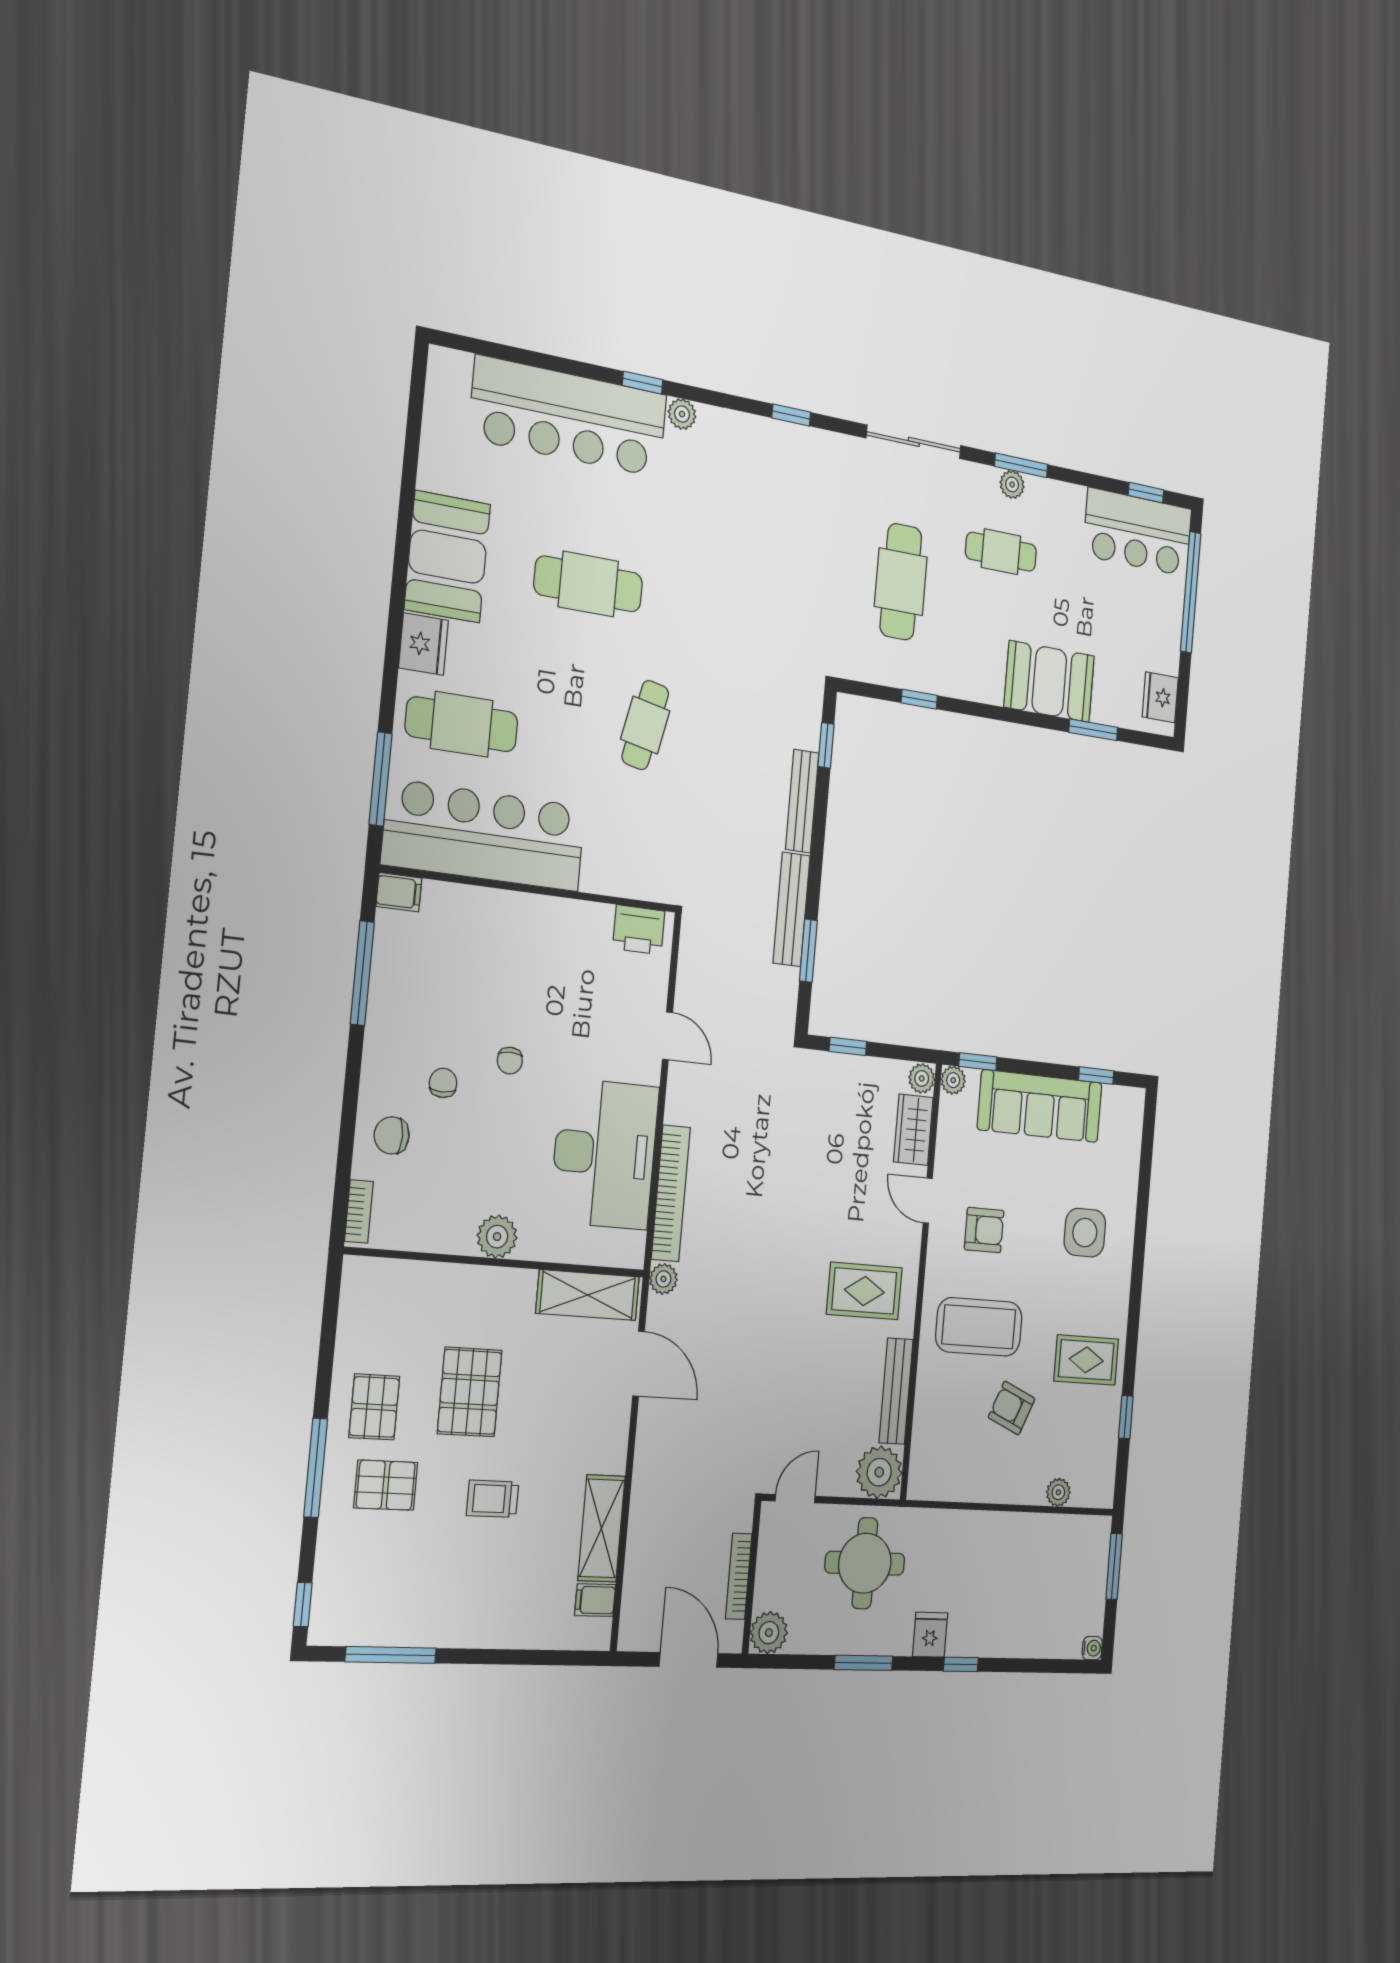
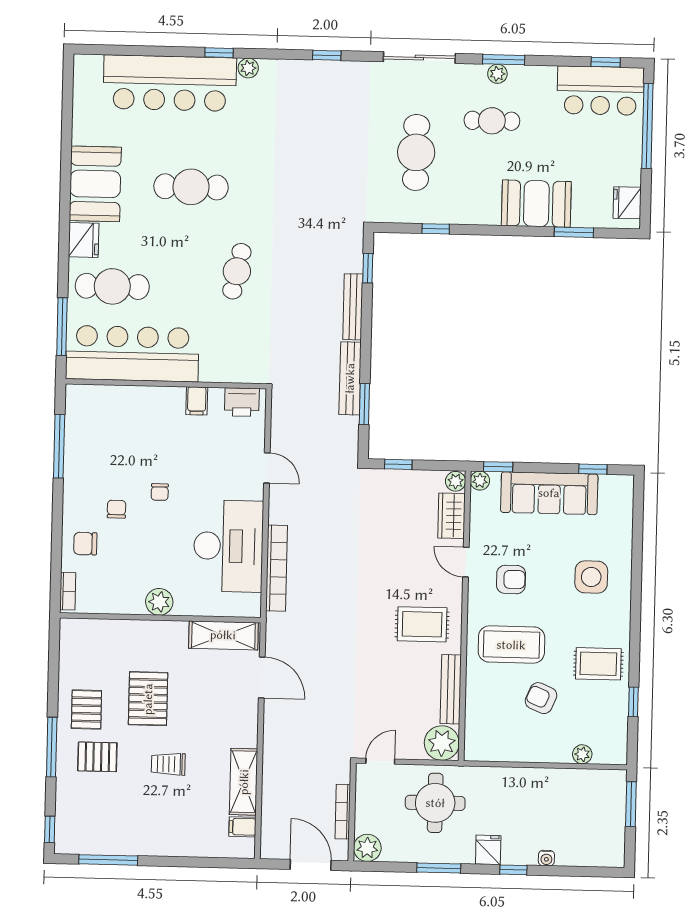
filing cabinet: (399, 892) -> (197, 401), moved, turned 90
plant: (663, 1279) -> (275, 623), removed
water cooler: (1092, 1648) -> (546, 858), moved, turned 90

